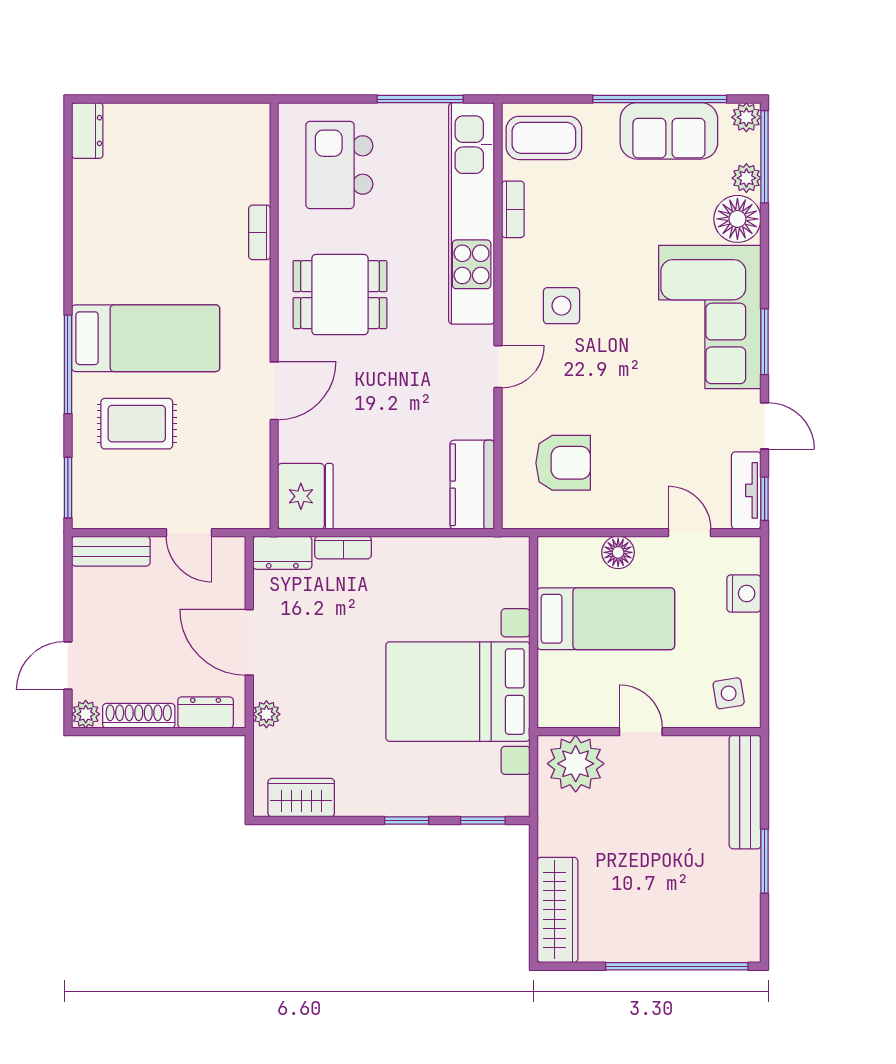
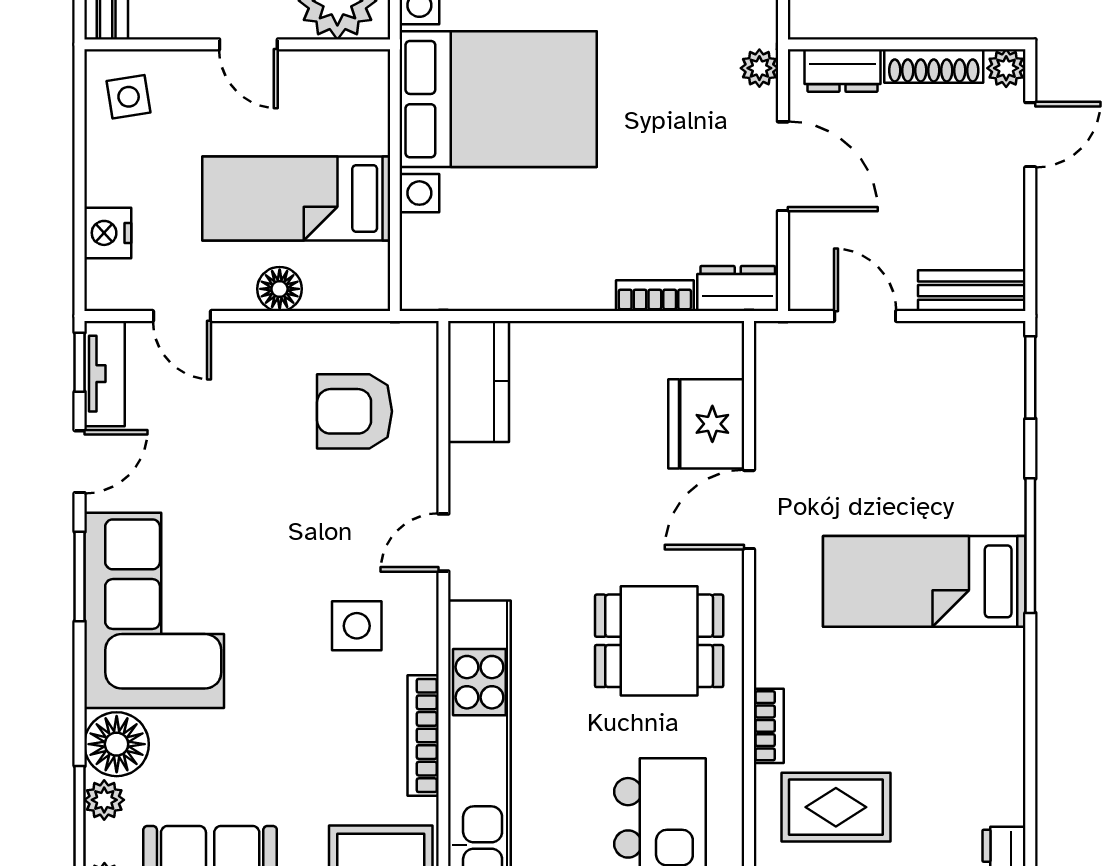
bookcase: (513, 209) -> (423, 735), width x1.56
rug: (137, 424) -> (836, 807), moved
door: (765, 426) -> (80, 462), swing flipped
fridge: (305, 496) -> (706, 424), moved

